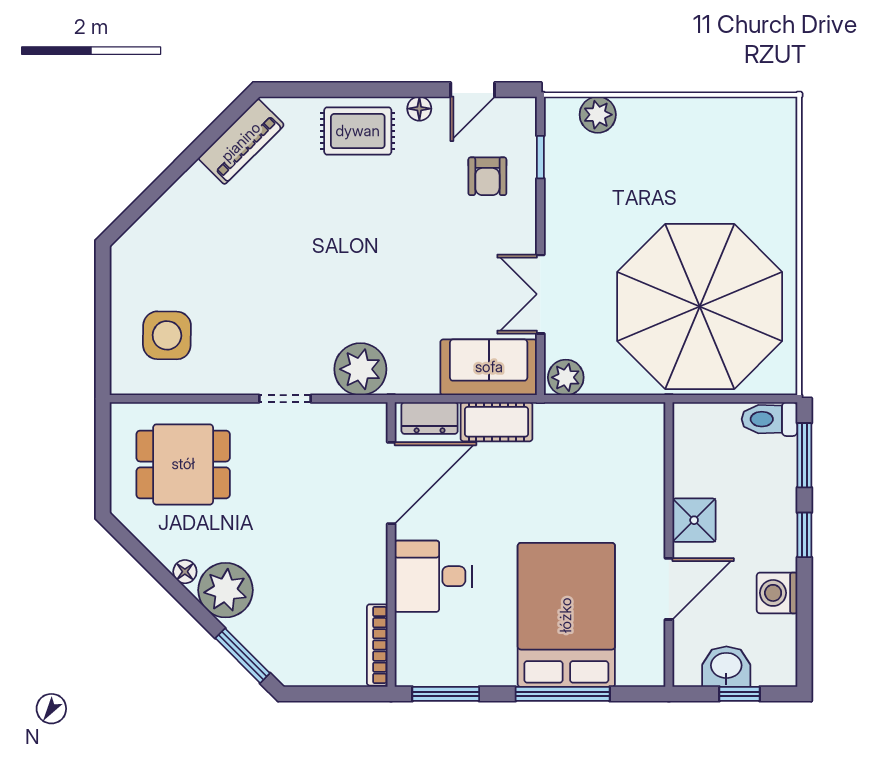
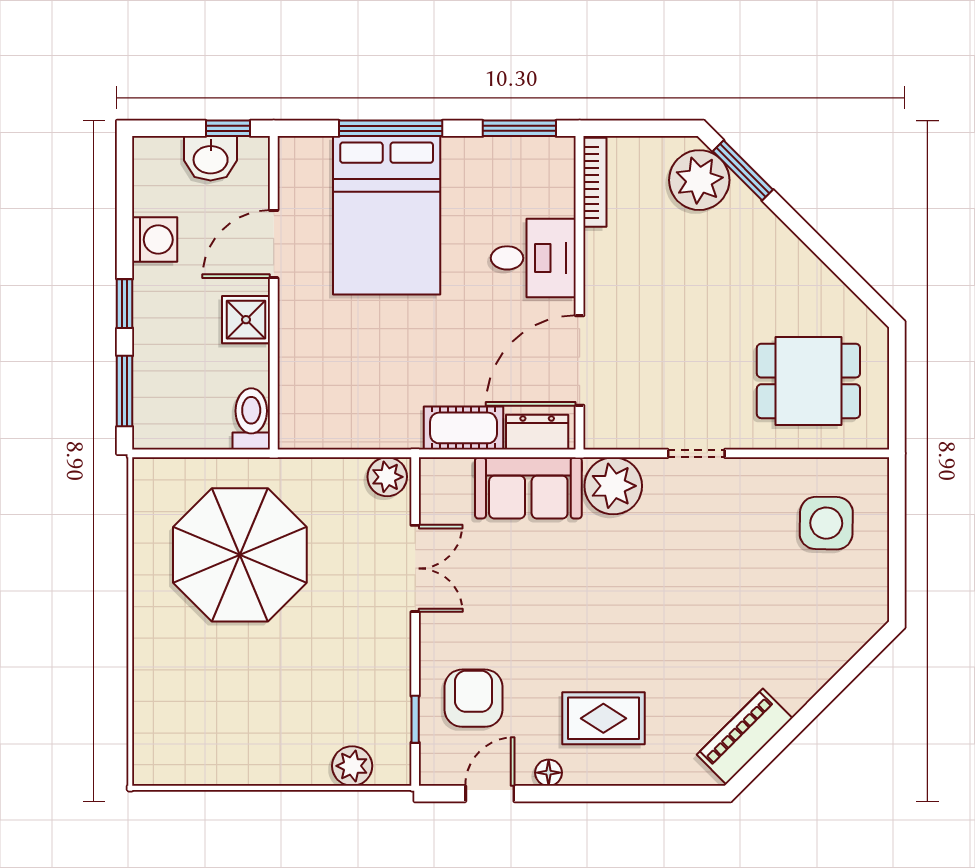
rug: (358, 131) -> (603, 718), moved
armchair: (487, 176) -> (474, 698), width x1.38, depth x1.38
parasol: (700, 306) -> (240, 555), width x0.73, depth x0.73
sofa: (489, 367) -> (528, 488), moved
toilet: (770, 419) -> (251, 419), moved, turned -90
floor lamp: (185, 572) -> (806, 263), removed
plant: (225, 590) -> (699, 180), moved
window: (739, 694) -> (228, 128), moved

